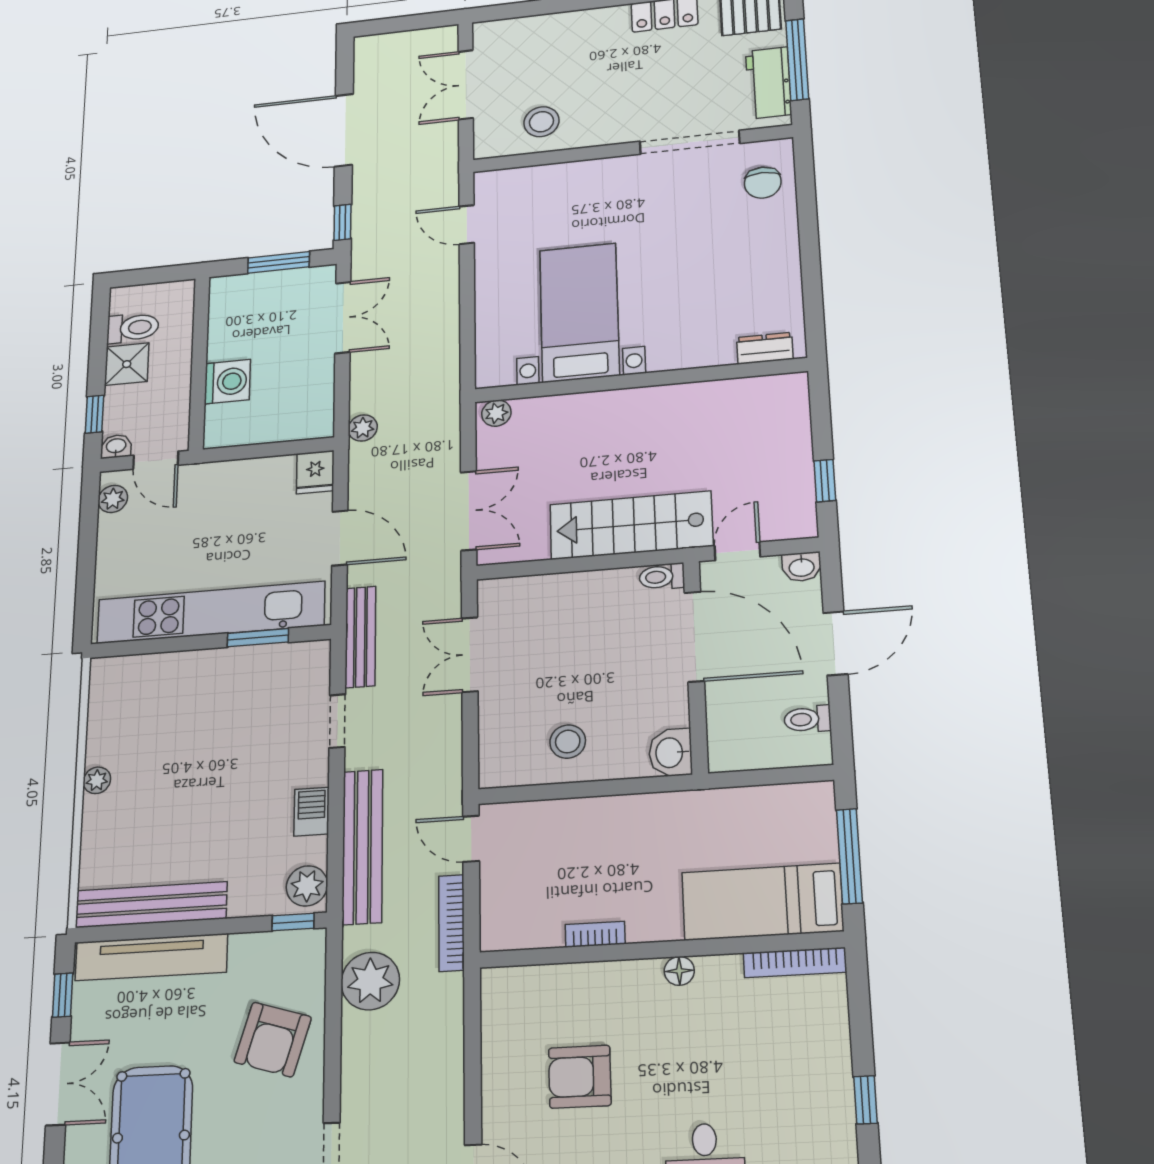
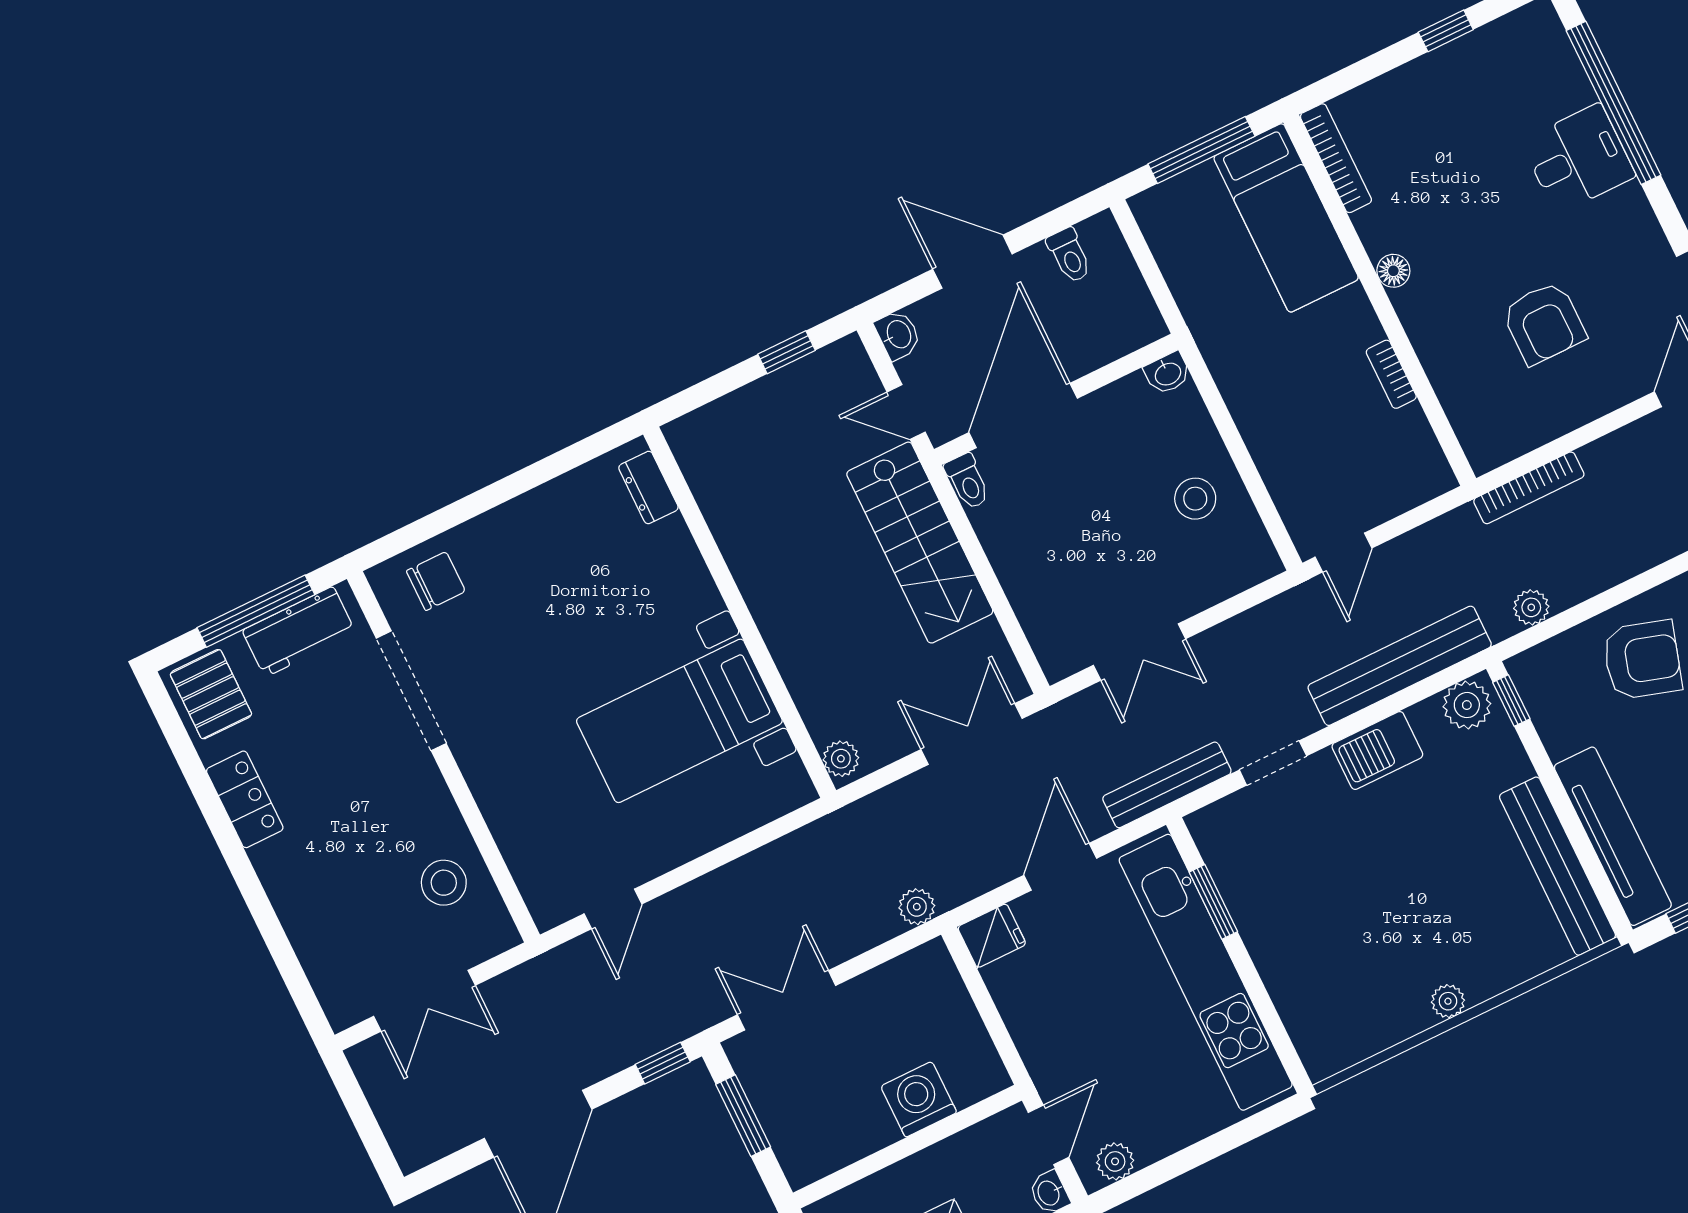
washbasin: (670, 753) -> (1168, 373), width x0.72, depth x0.69
barbecue: (311, 812) -> (1377, 750), width x1.38, depth x1.27
bookcase: (451, 923) -> (1529, 488), moved
plant: (370, 981) -> (1531, 607), width x0.53, depth x0.53

